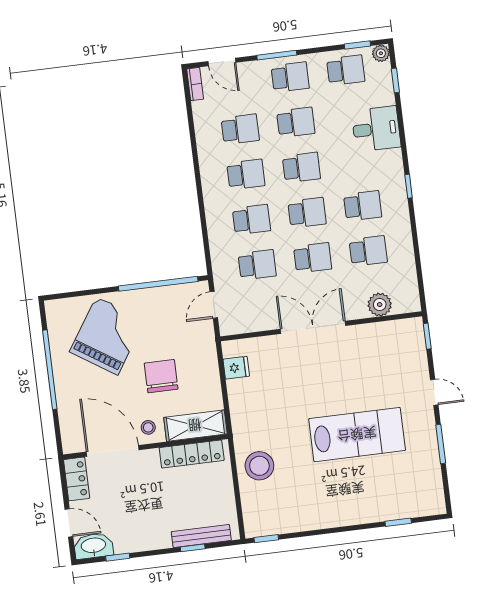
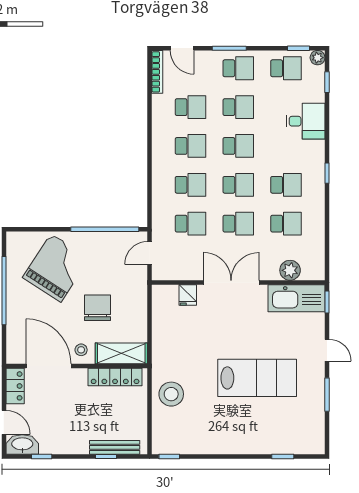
bookcase: (195, 84) -> (157, 72), width x1.56
kitchen sink: (391, 336) -> (297, 298), added
fridge: (236, 368) -> (188, 295), moved, turned 90

